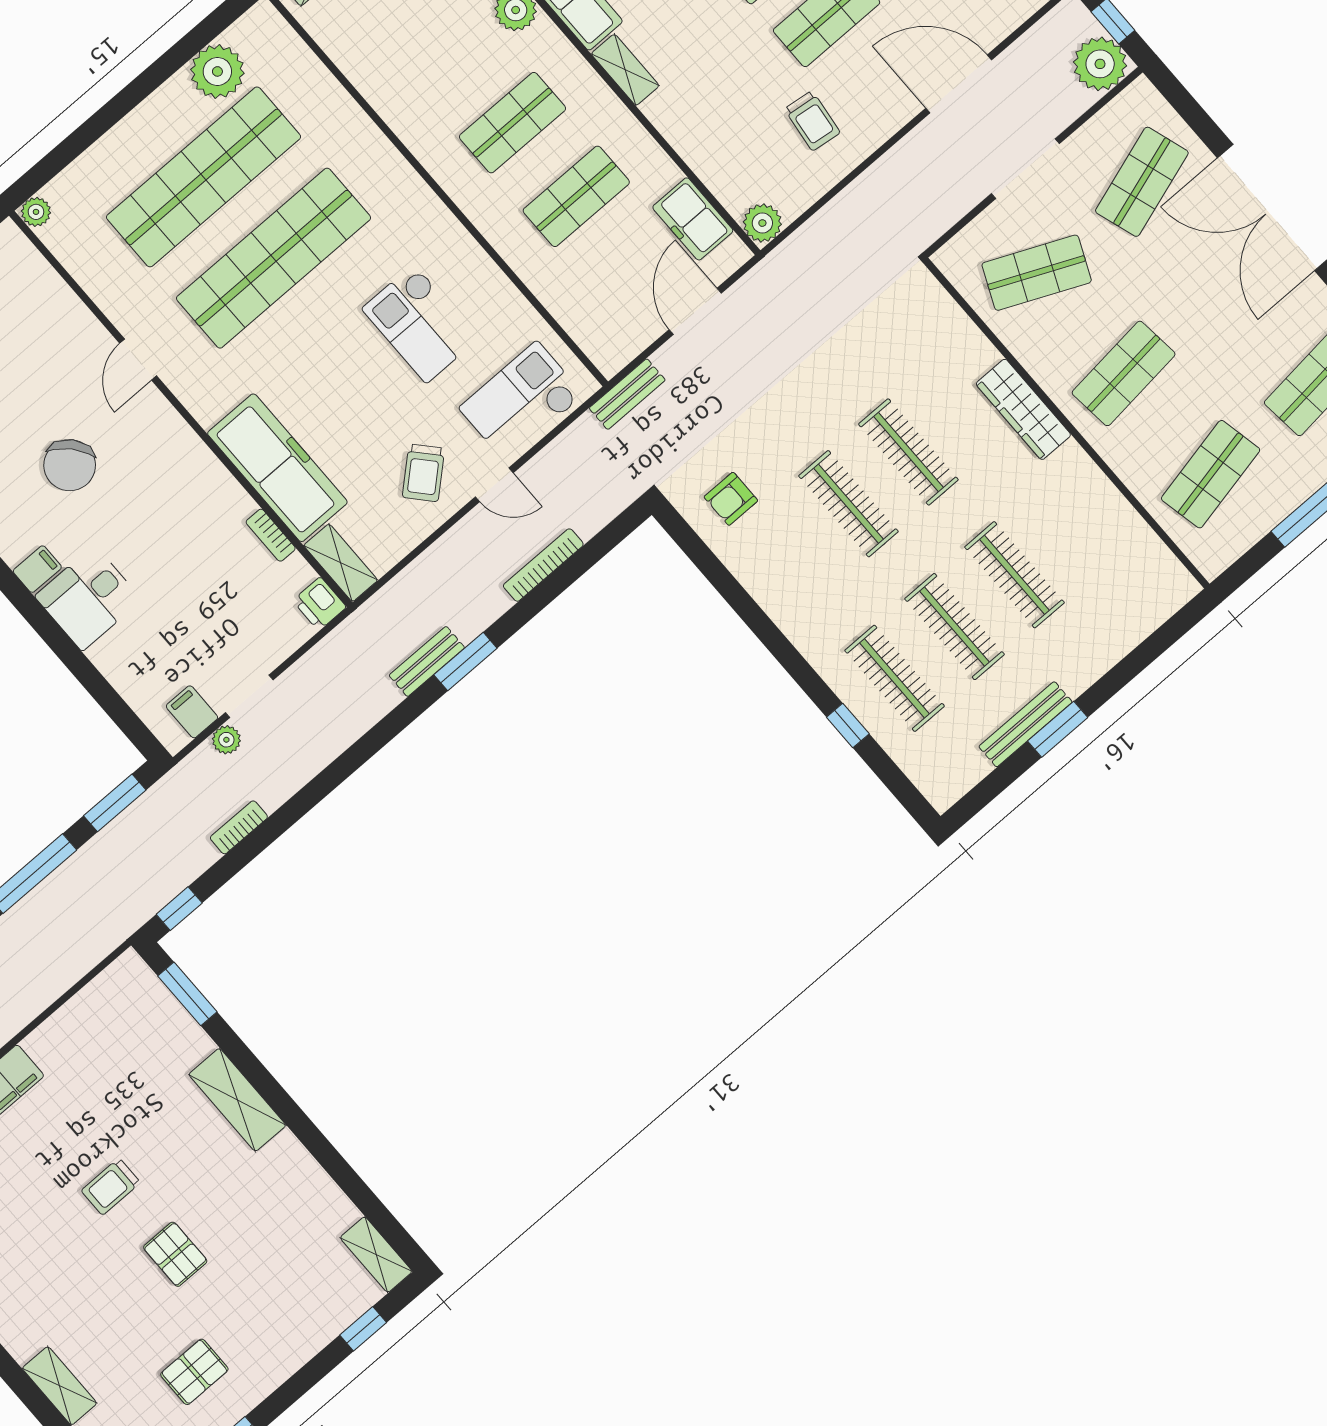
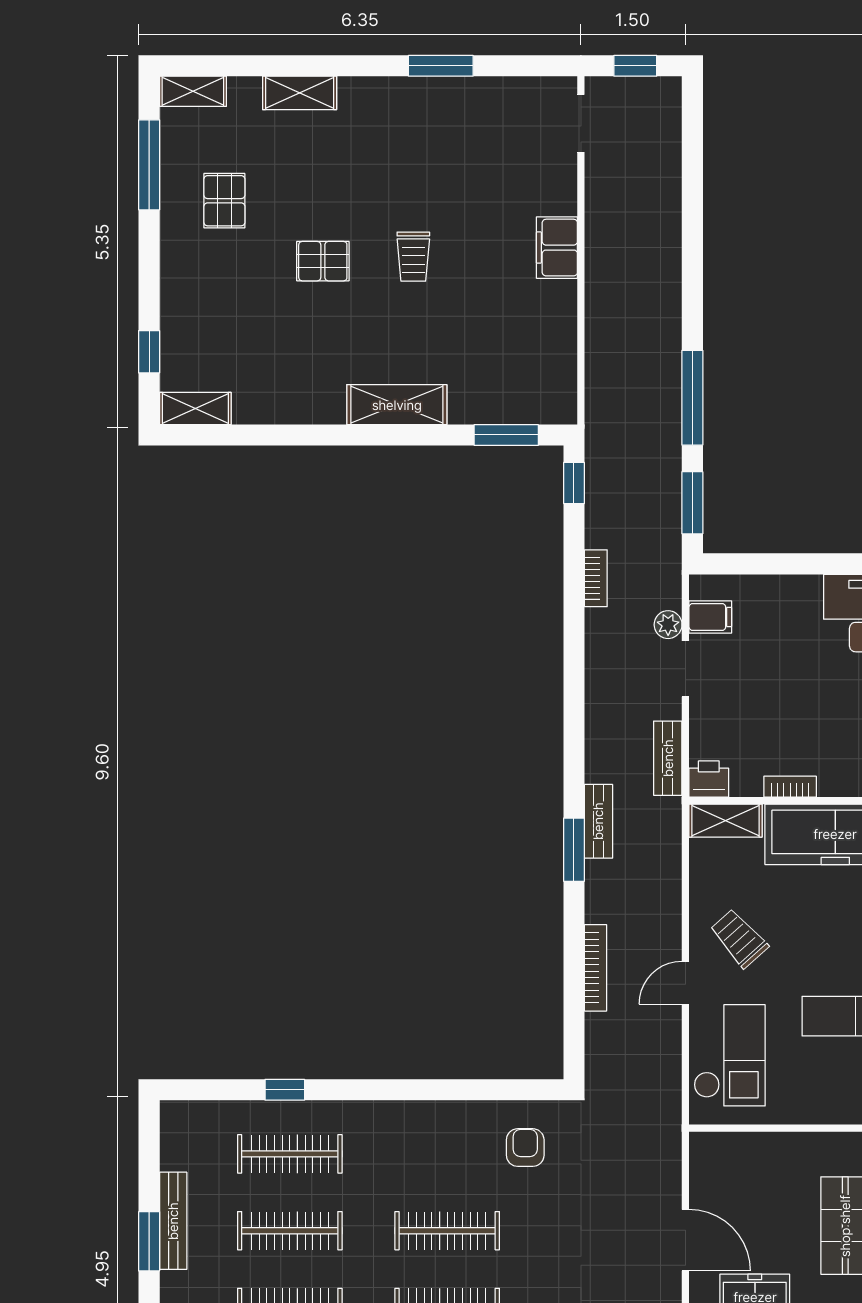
bench: (627, 394) -> (668, 758), moved
trolley: (111, 1187) -> (413, 257), turned 180

